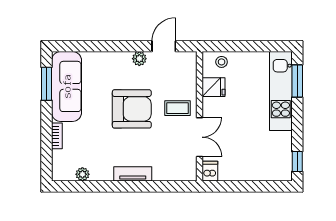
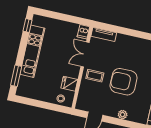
plant: (139, 59) -> (123, 115), moved
kitchen unit: (281, 91) -> (32, 51), moved
tv unit: (133, 174) -> (104, 34), moved

